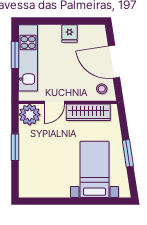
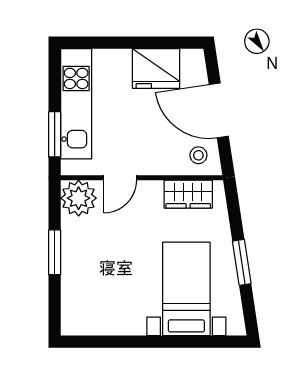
fridge: (70, 33) -> (156, 69), width x1.88, depth x1.34
window: (15, 55) -> (55, 134), moved
wardrobe: (88, 112) -> (188, 194), width x0.67

